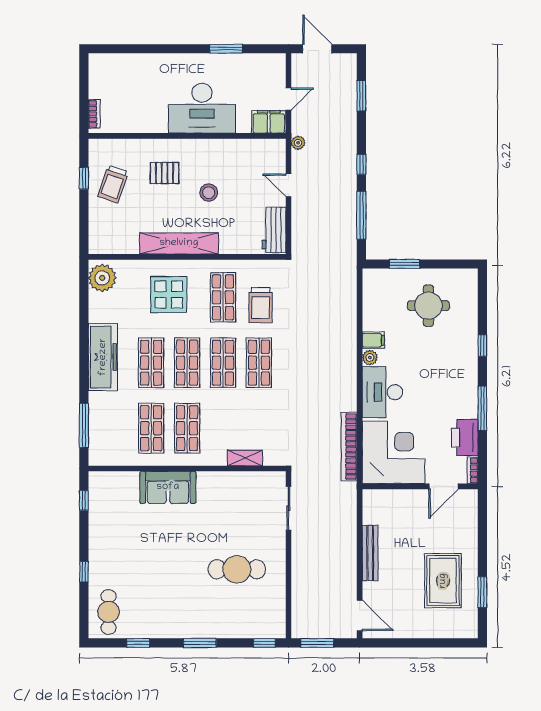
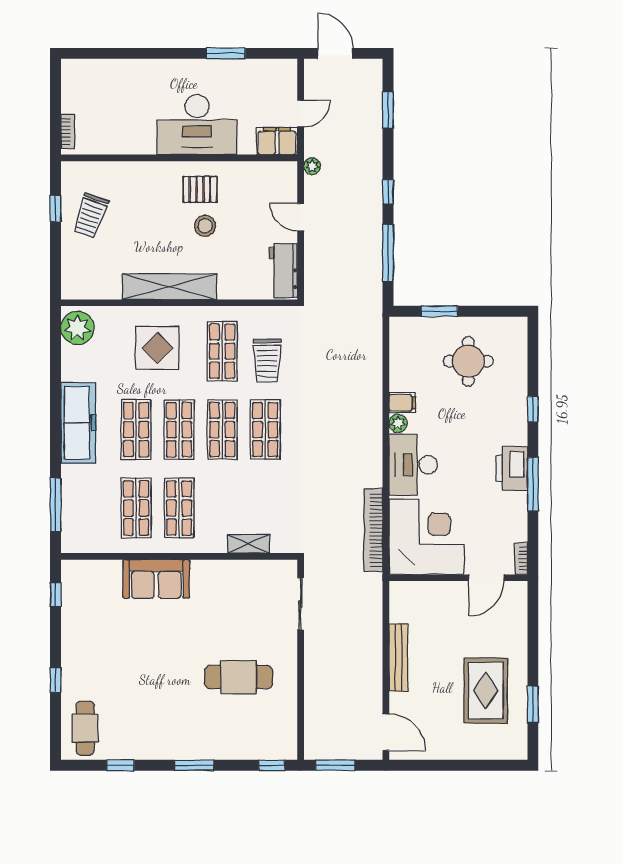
pallet: (165, 173) -> (200, 189), moved
printer: (465, 438) -> (512, 468), moved

